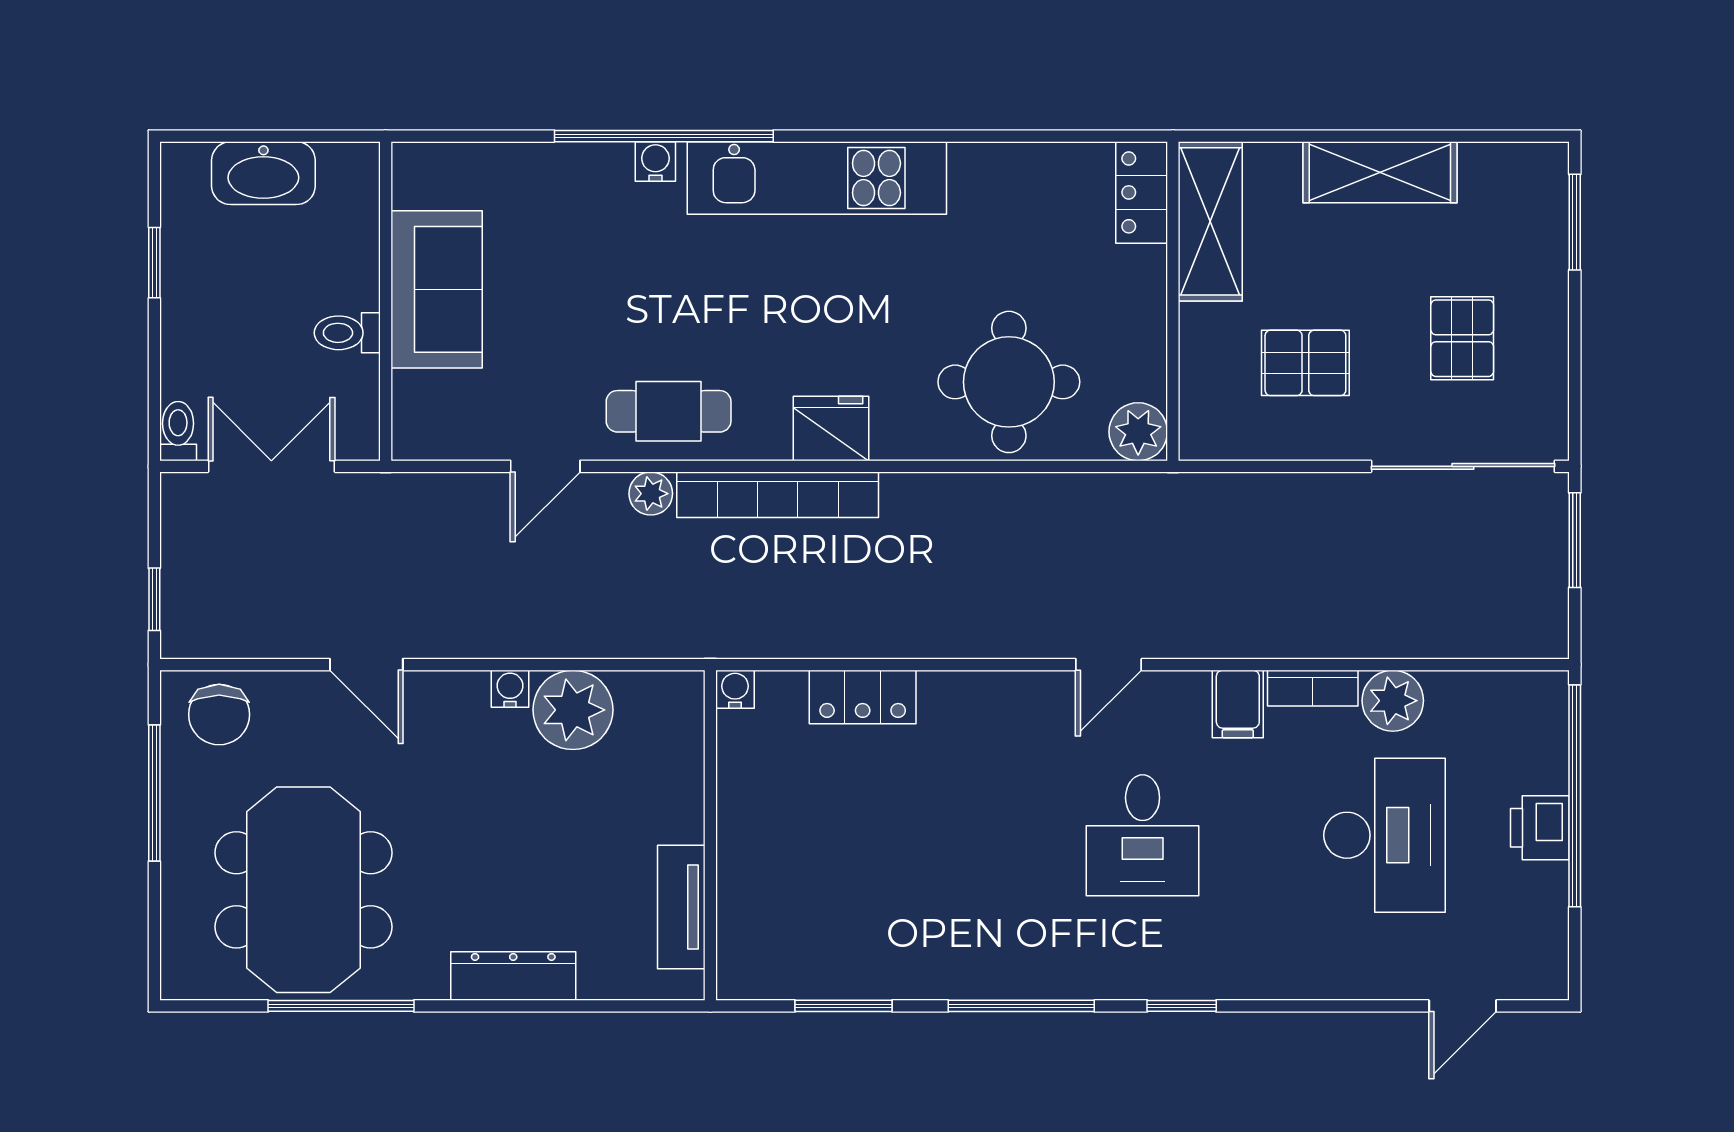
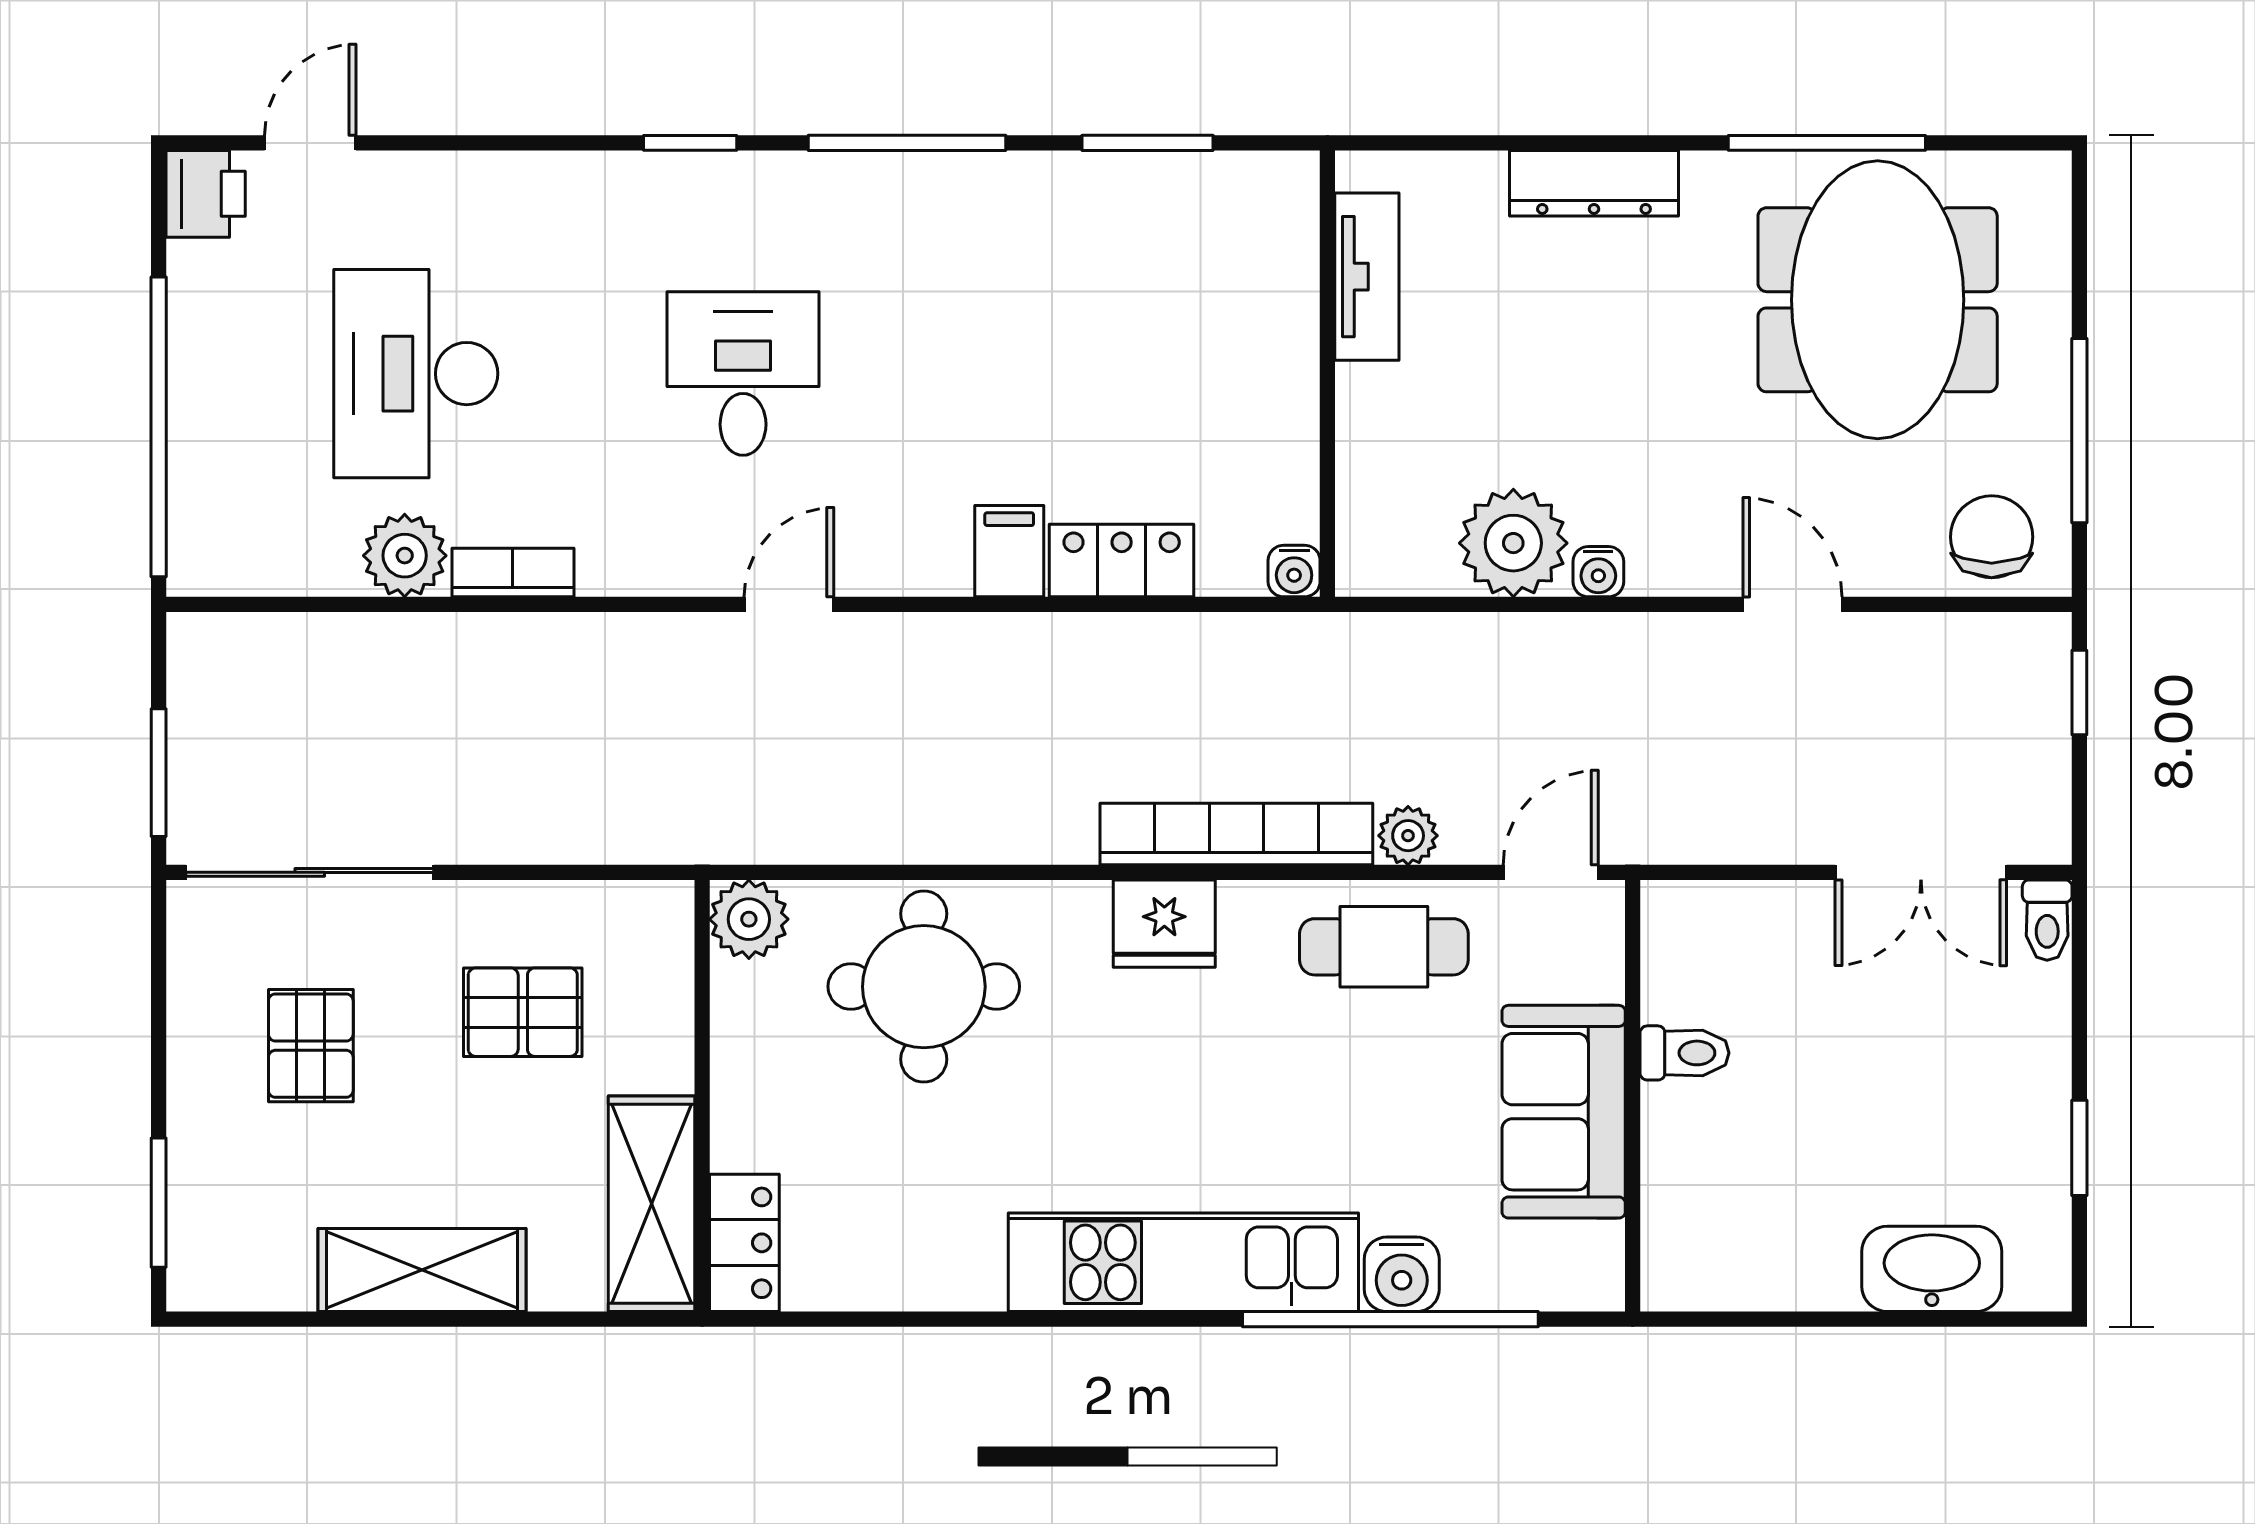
water cooler: (655, 162) -> (1402, 1274), width x1.38, depth x1.38
sofa: (437, 289) -> (1564, 1112), moved
wall: (386, 301) -> (1633, 1096), moved
toilet: (347, 333) -> (1685, 1053), moved
filing cabinet: (1238, 704) -> (1009, 551), moved
printer: (1540, 828) -> (206, 194), moved

